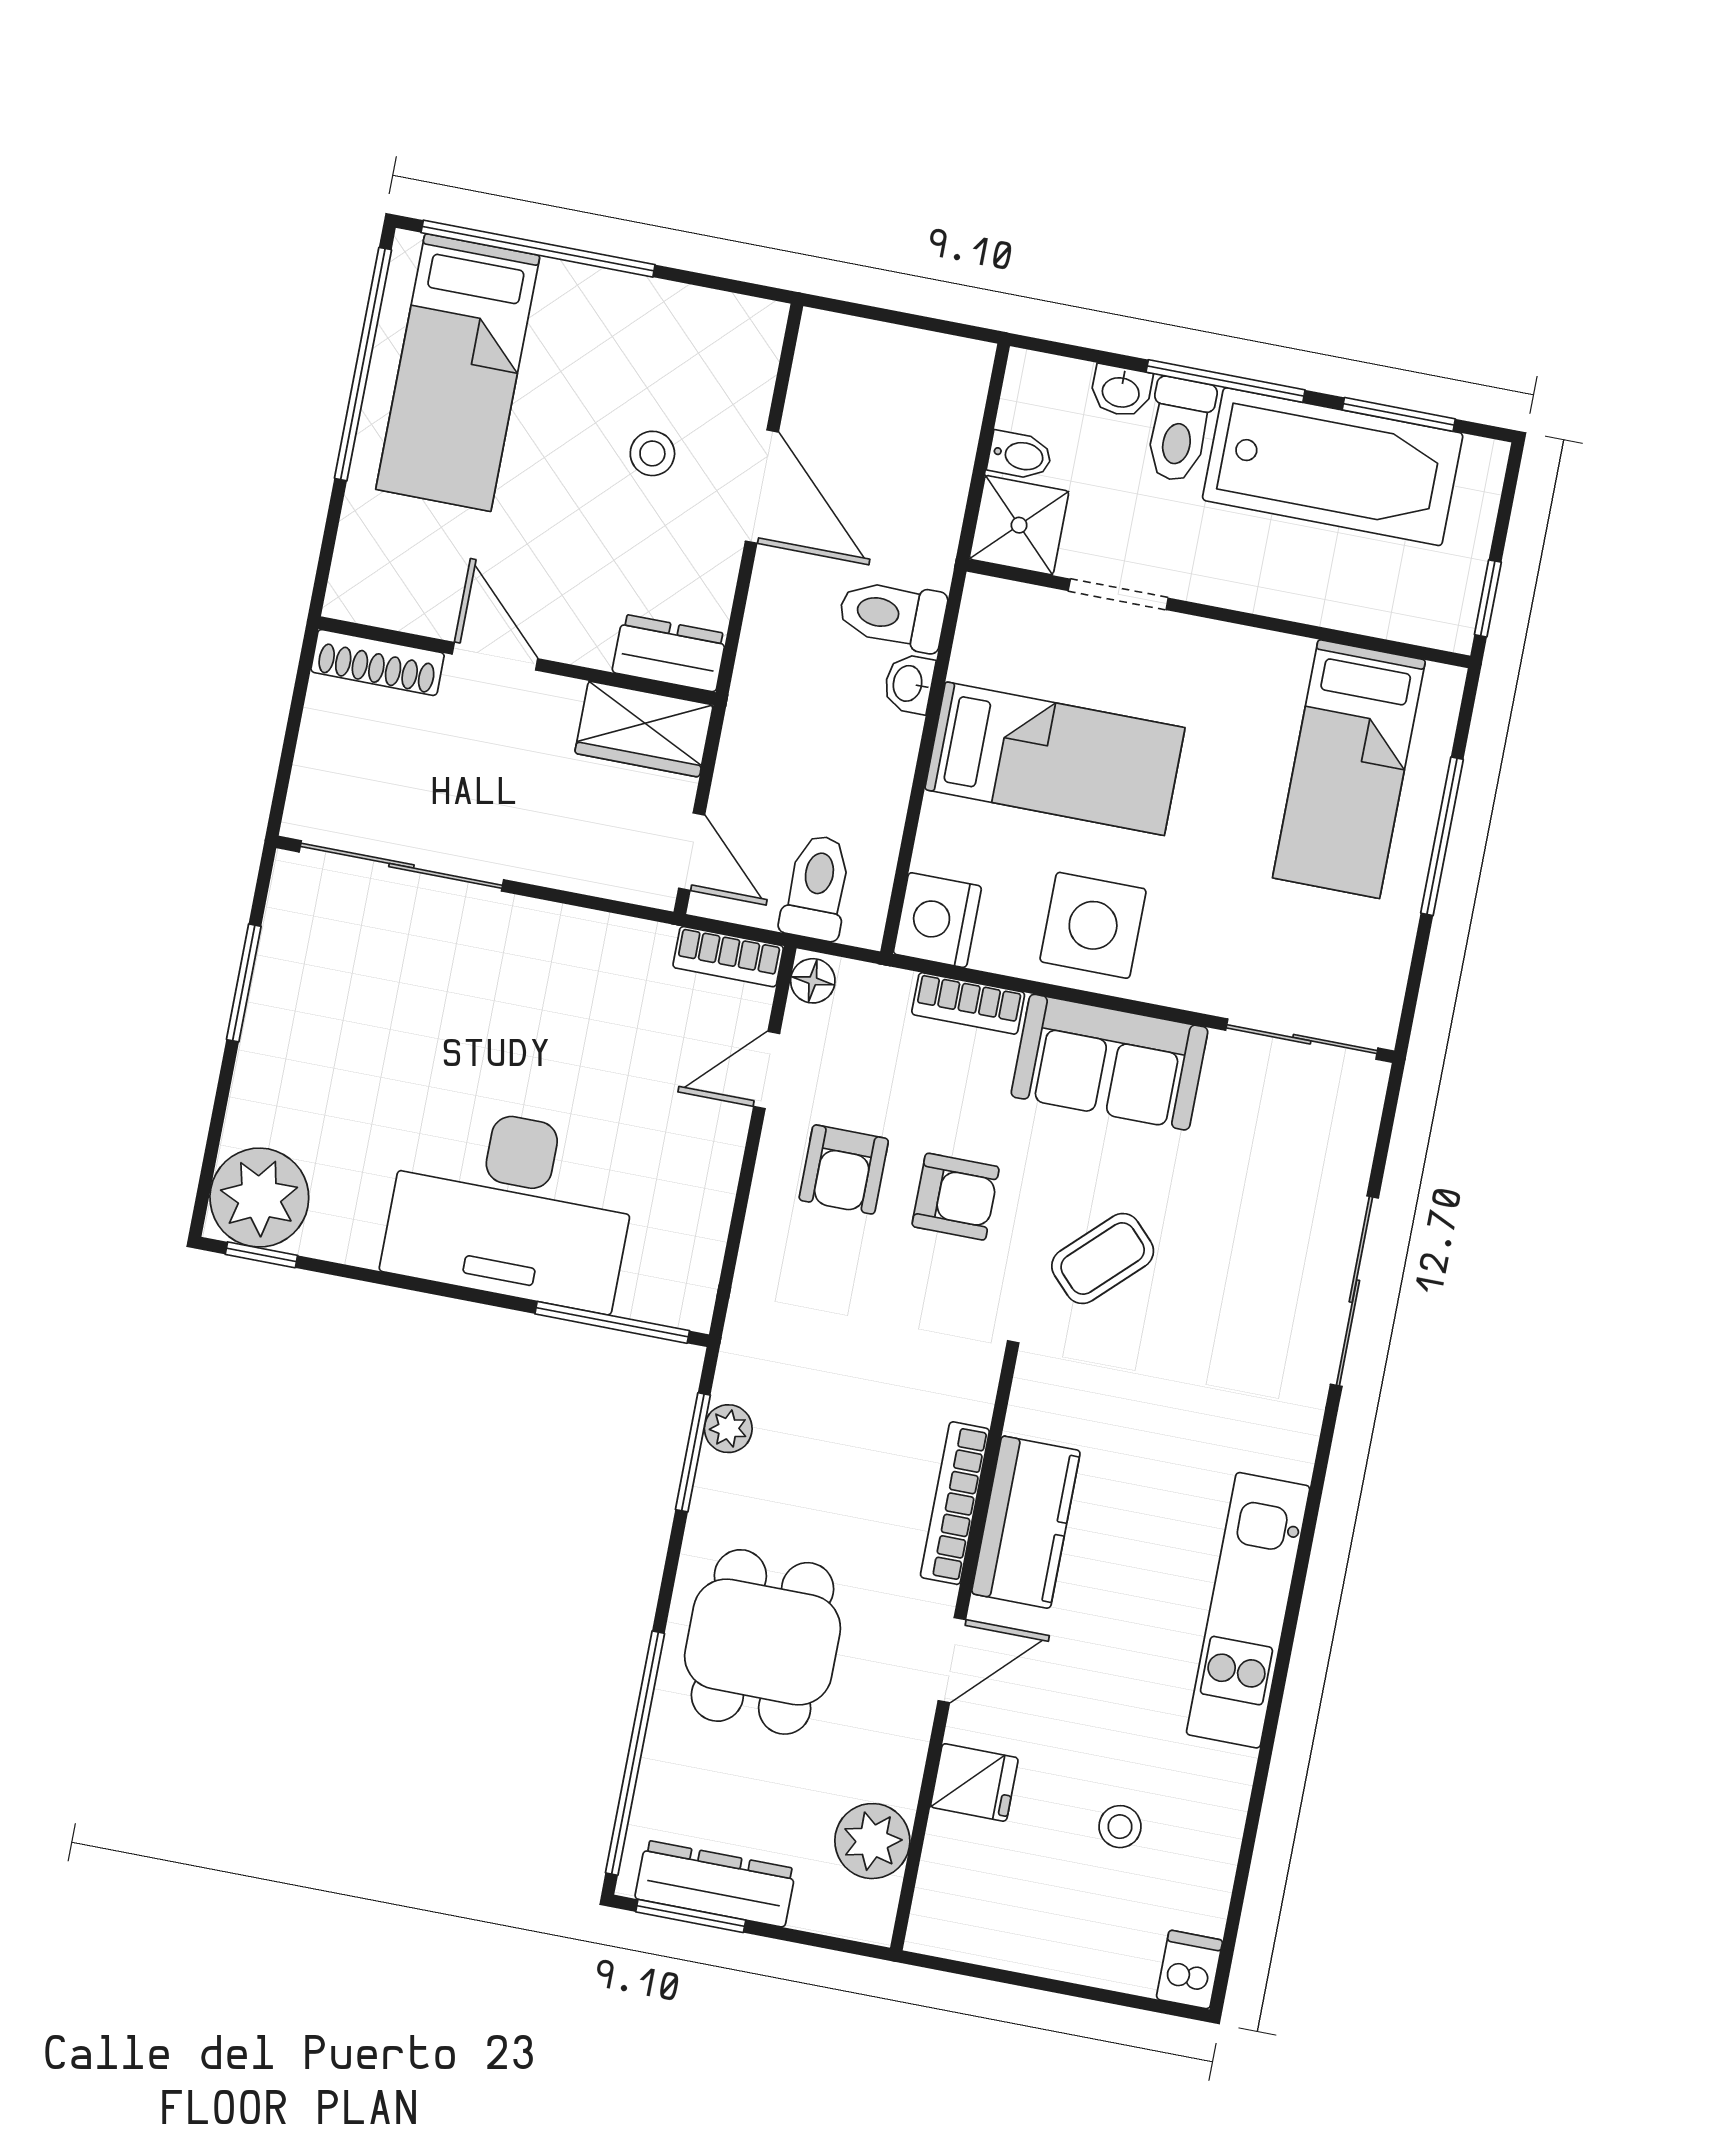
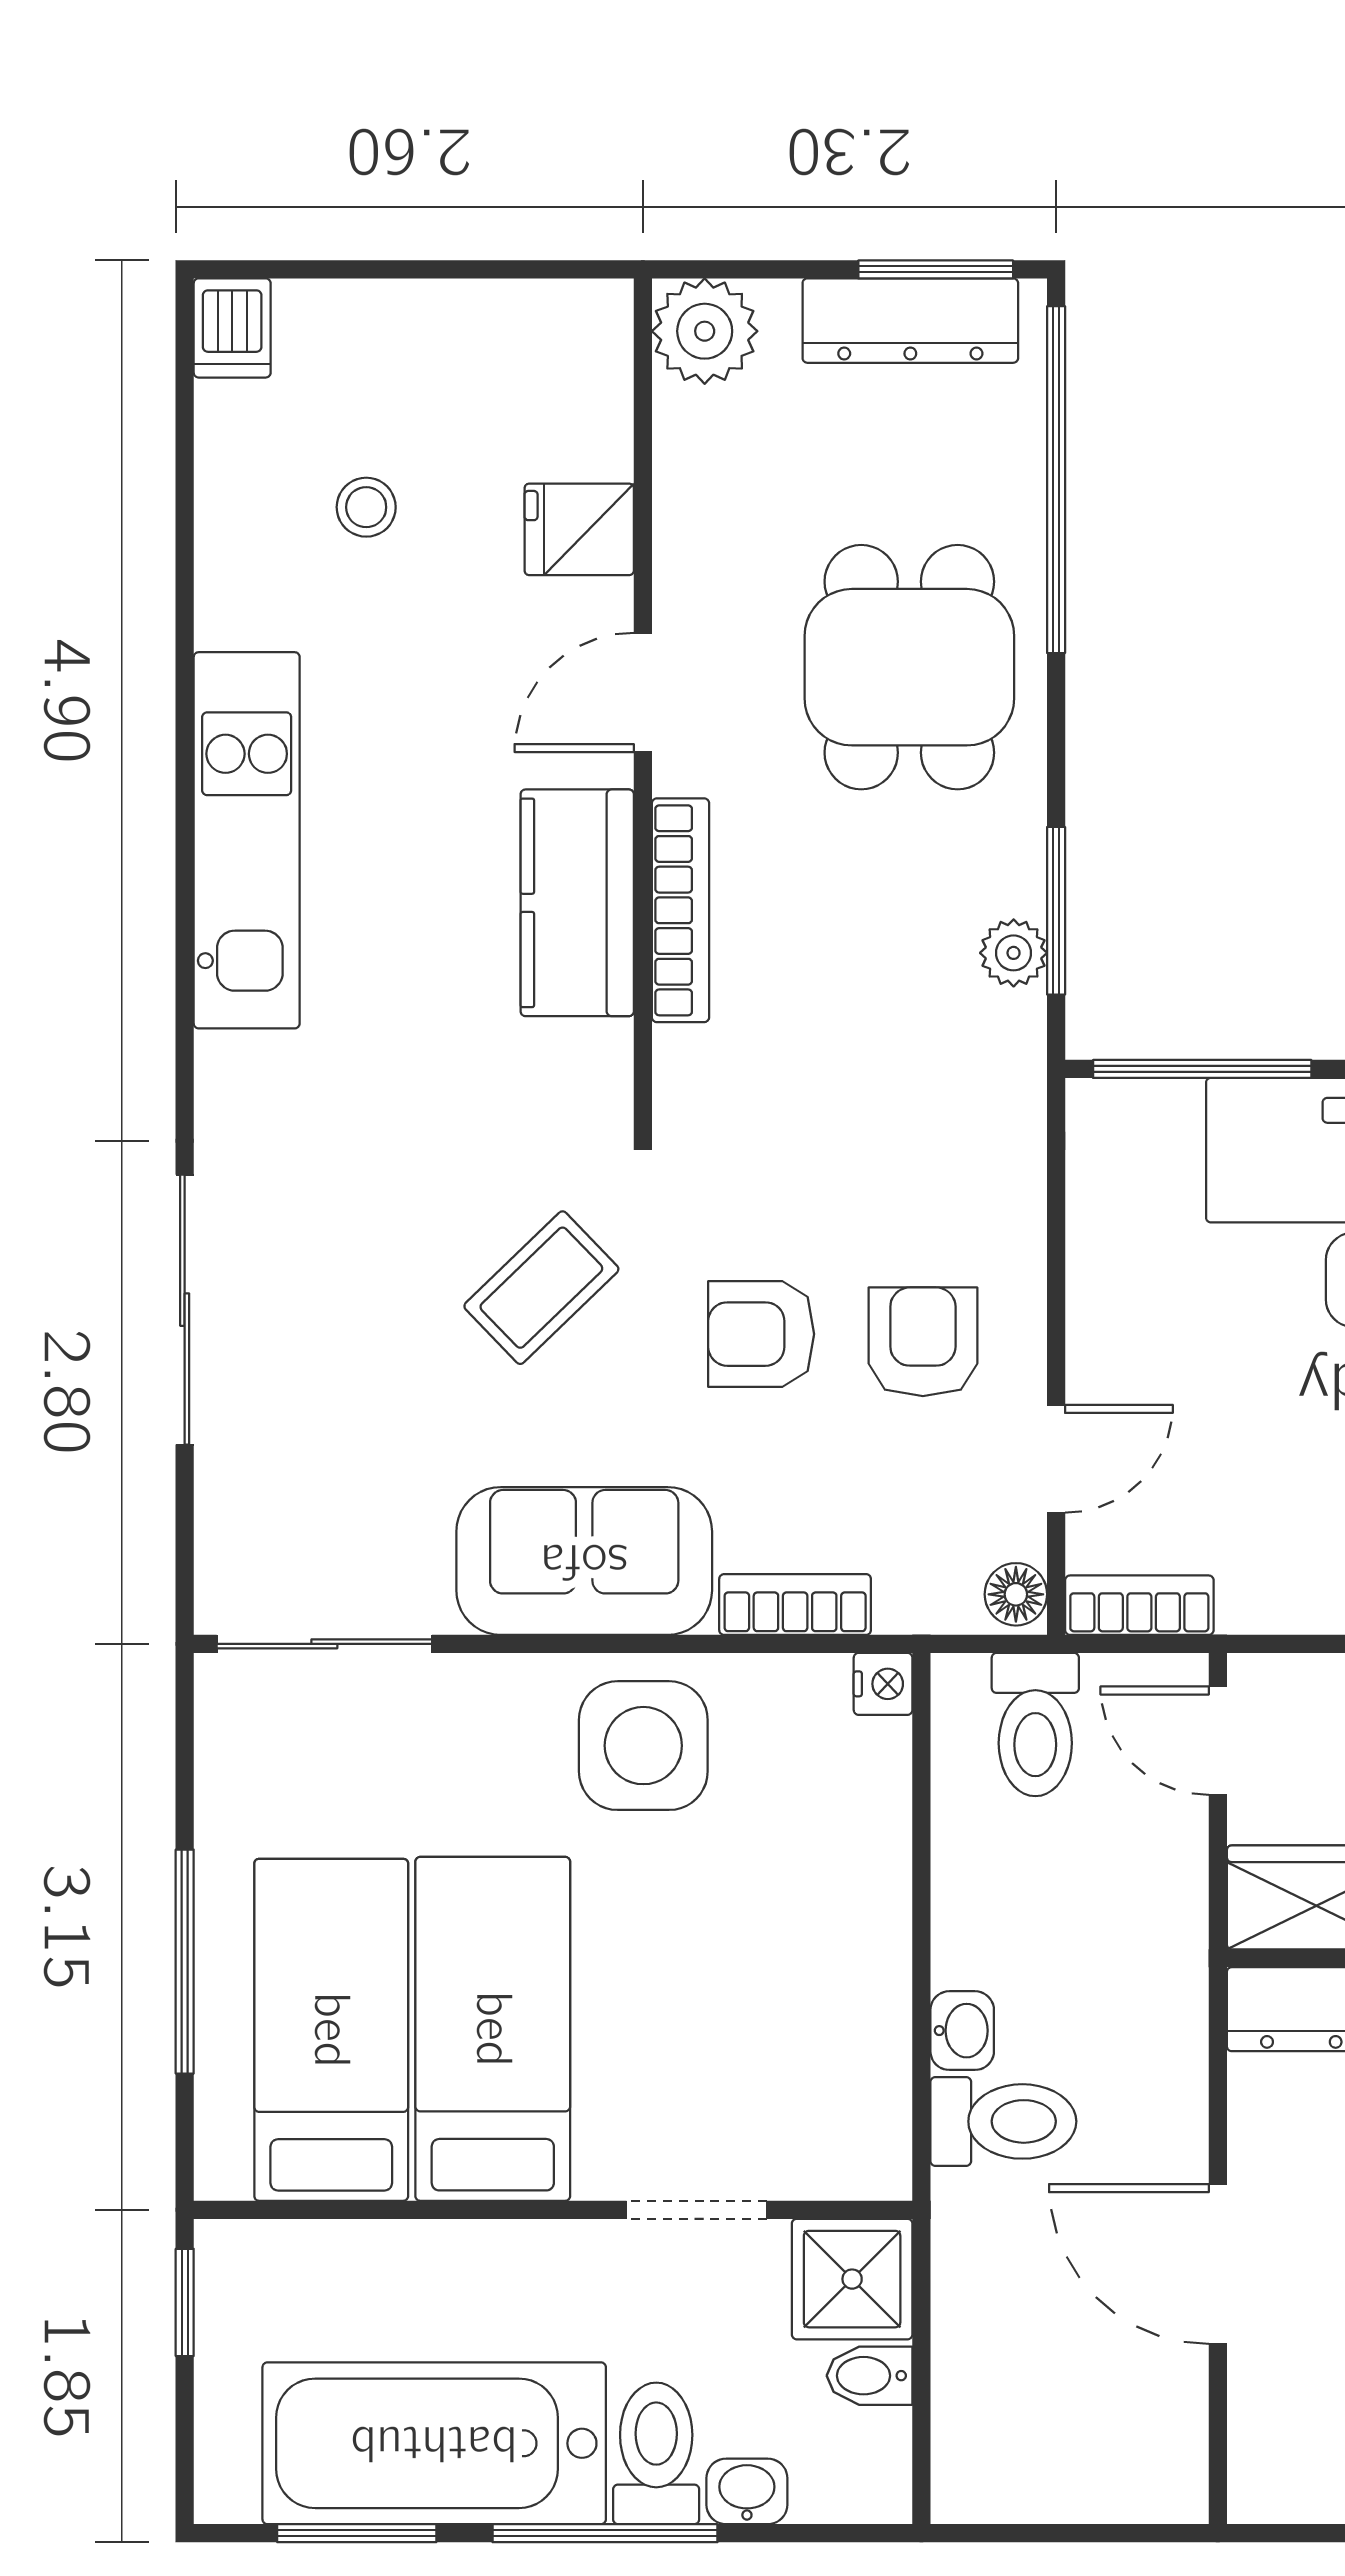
bed: (1055, 759) -> (493, 2029), moved, turned 90
nightstand: (937, 920) -> (883, 1684), width x0.53, depth x0.56
plant: (872, 1841) -> (705, 331), moved

